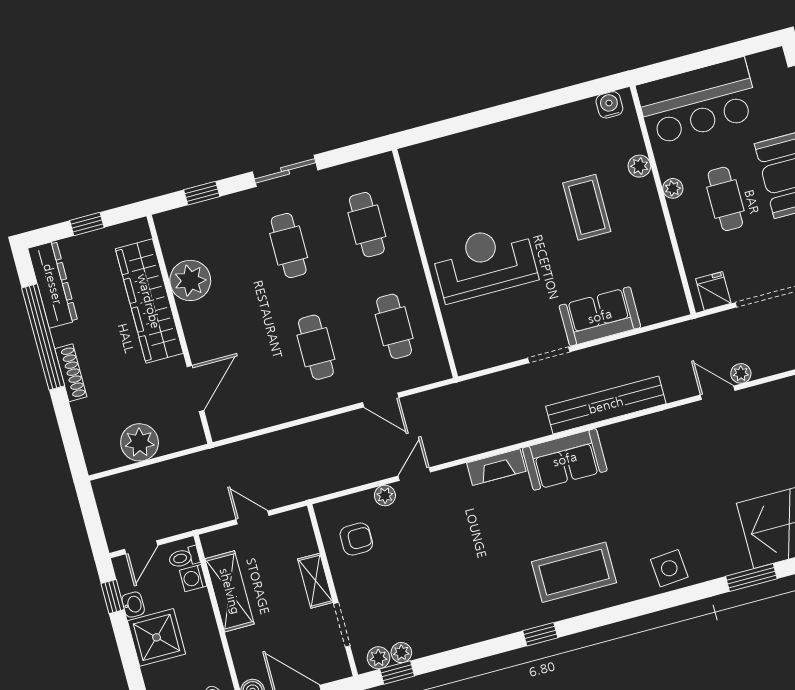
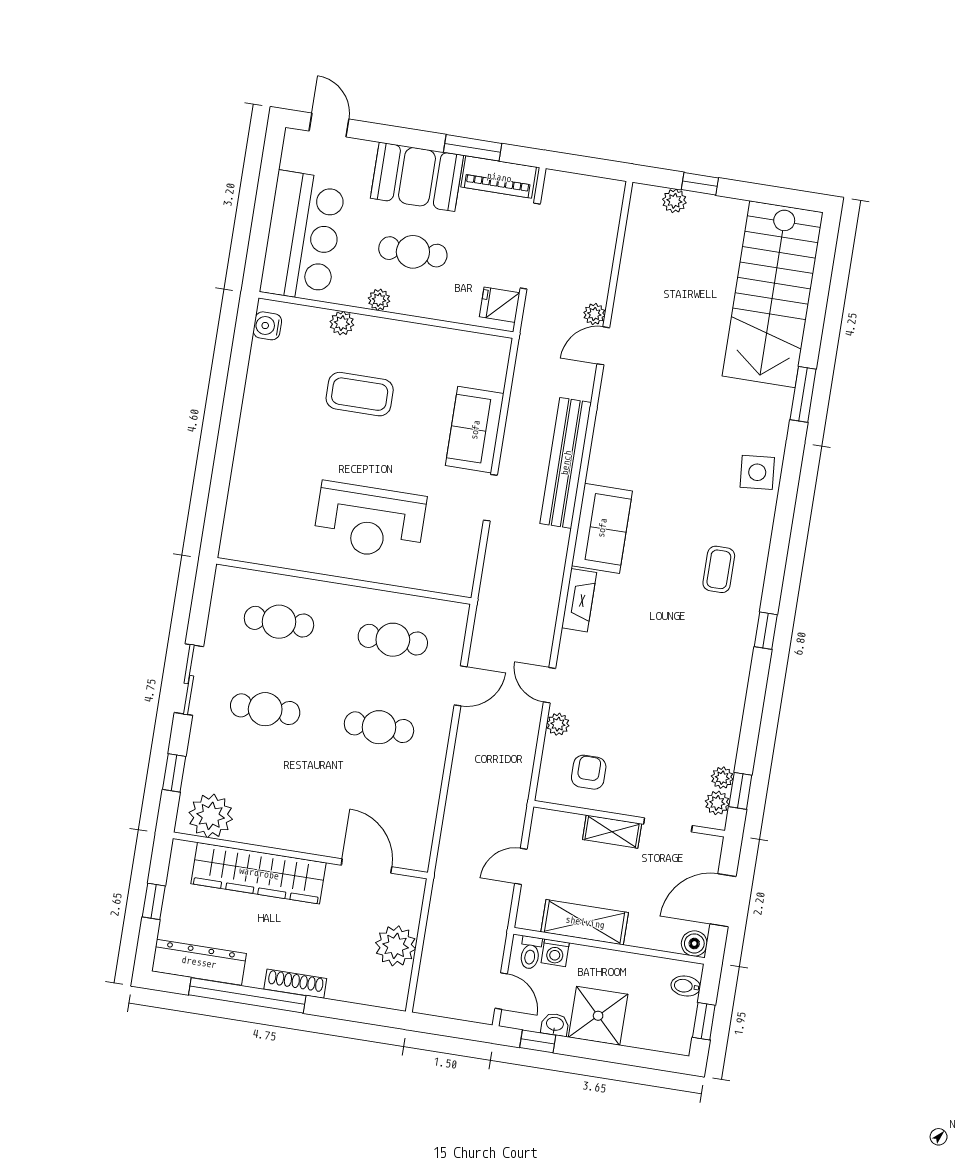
reception desk: (485, 263) -> (370, 521), turned -90
plant: (190, 280) -> (211, 816), moved
coffee table: (574, 572) -> (719, 569), width x0.54, depth x0.58

